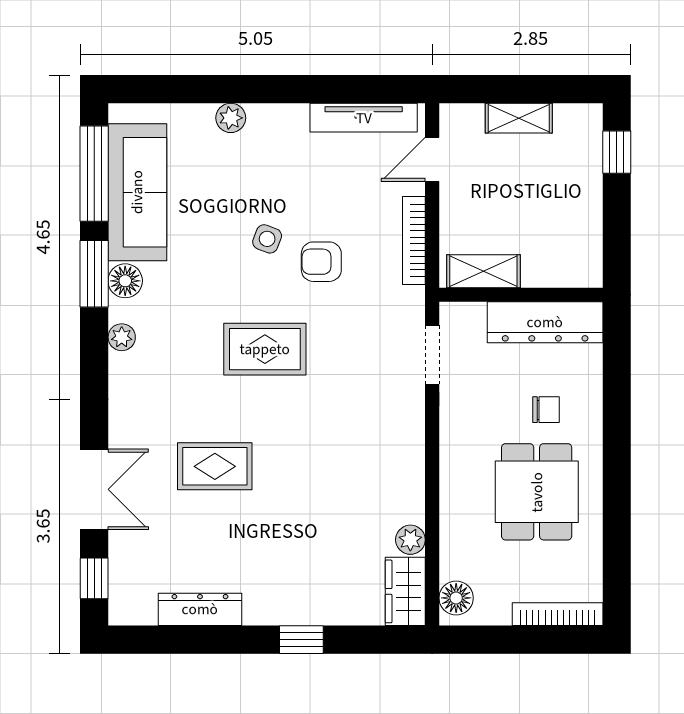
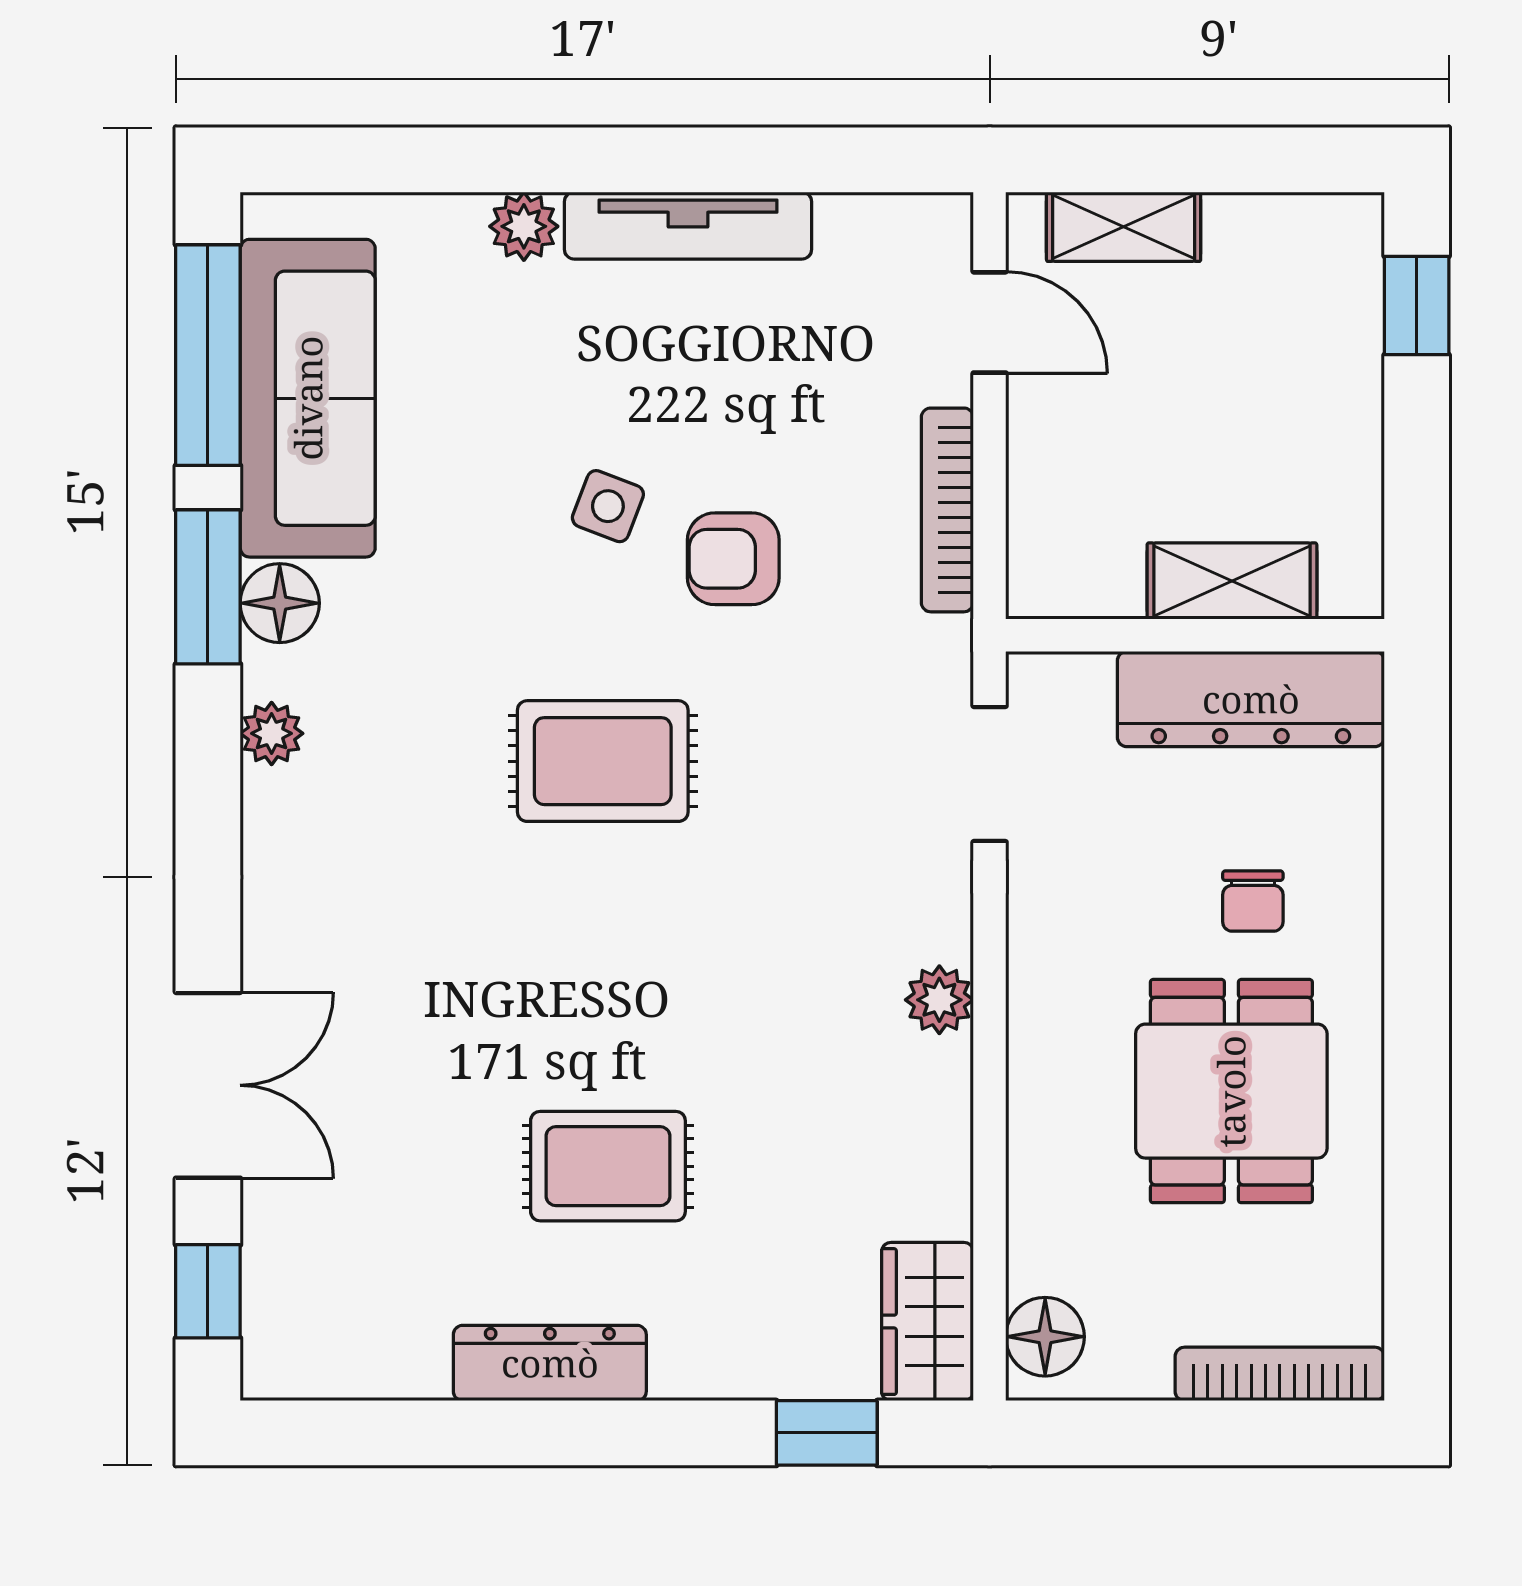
tv unit: (364, 118) -> (688, 226), moved
shelving: (519, 118) -> (1124, 227), moved
door: (432, 159) -> (990, 322), swing flipped
shelving: (483, 271) -> (1232, 581), moved
chair: (546, 410) -> (1253, 901), turned 90
rug: (215, 466) -> (608, 1166), moved
plant: (410, 540) -> (939, 1000), moved
dresser: (200, 609) -> (550, 1363), moved
window: (301, 640) -> (827, 1433), moved

